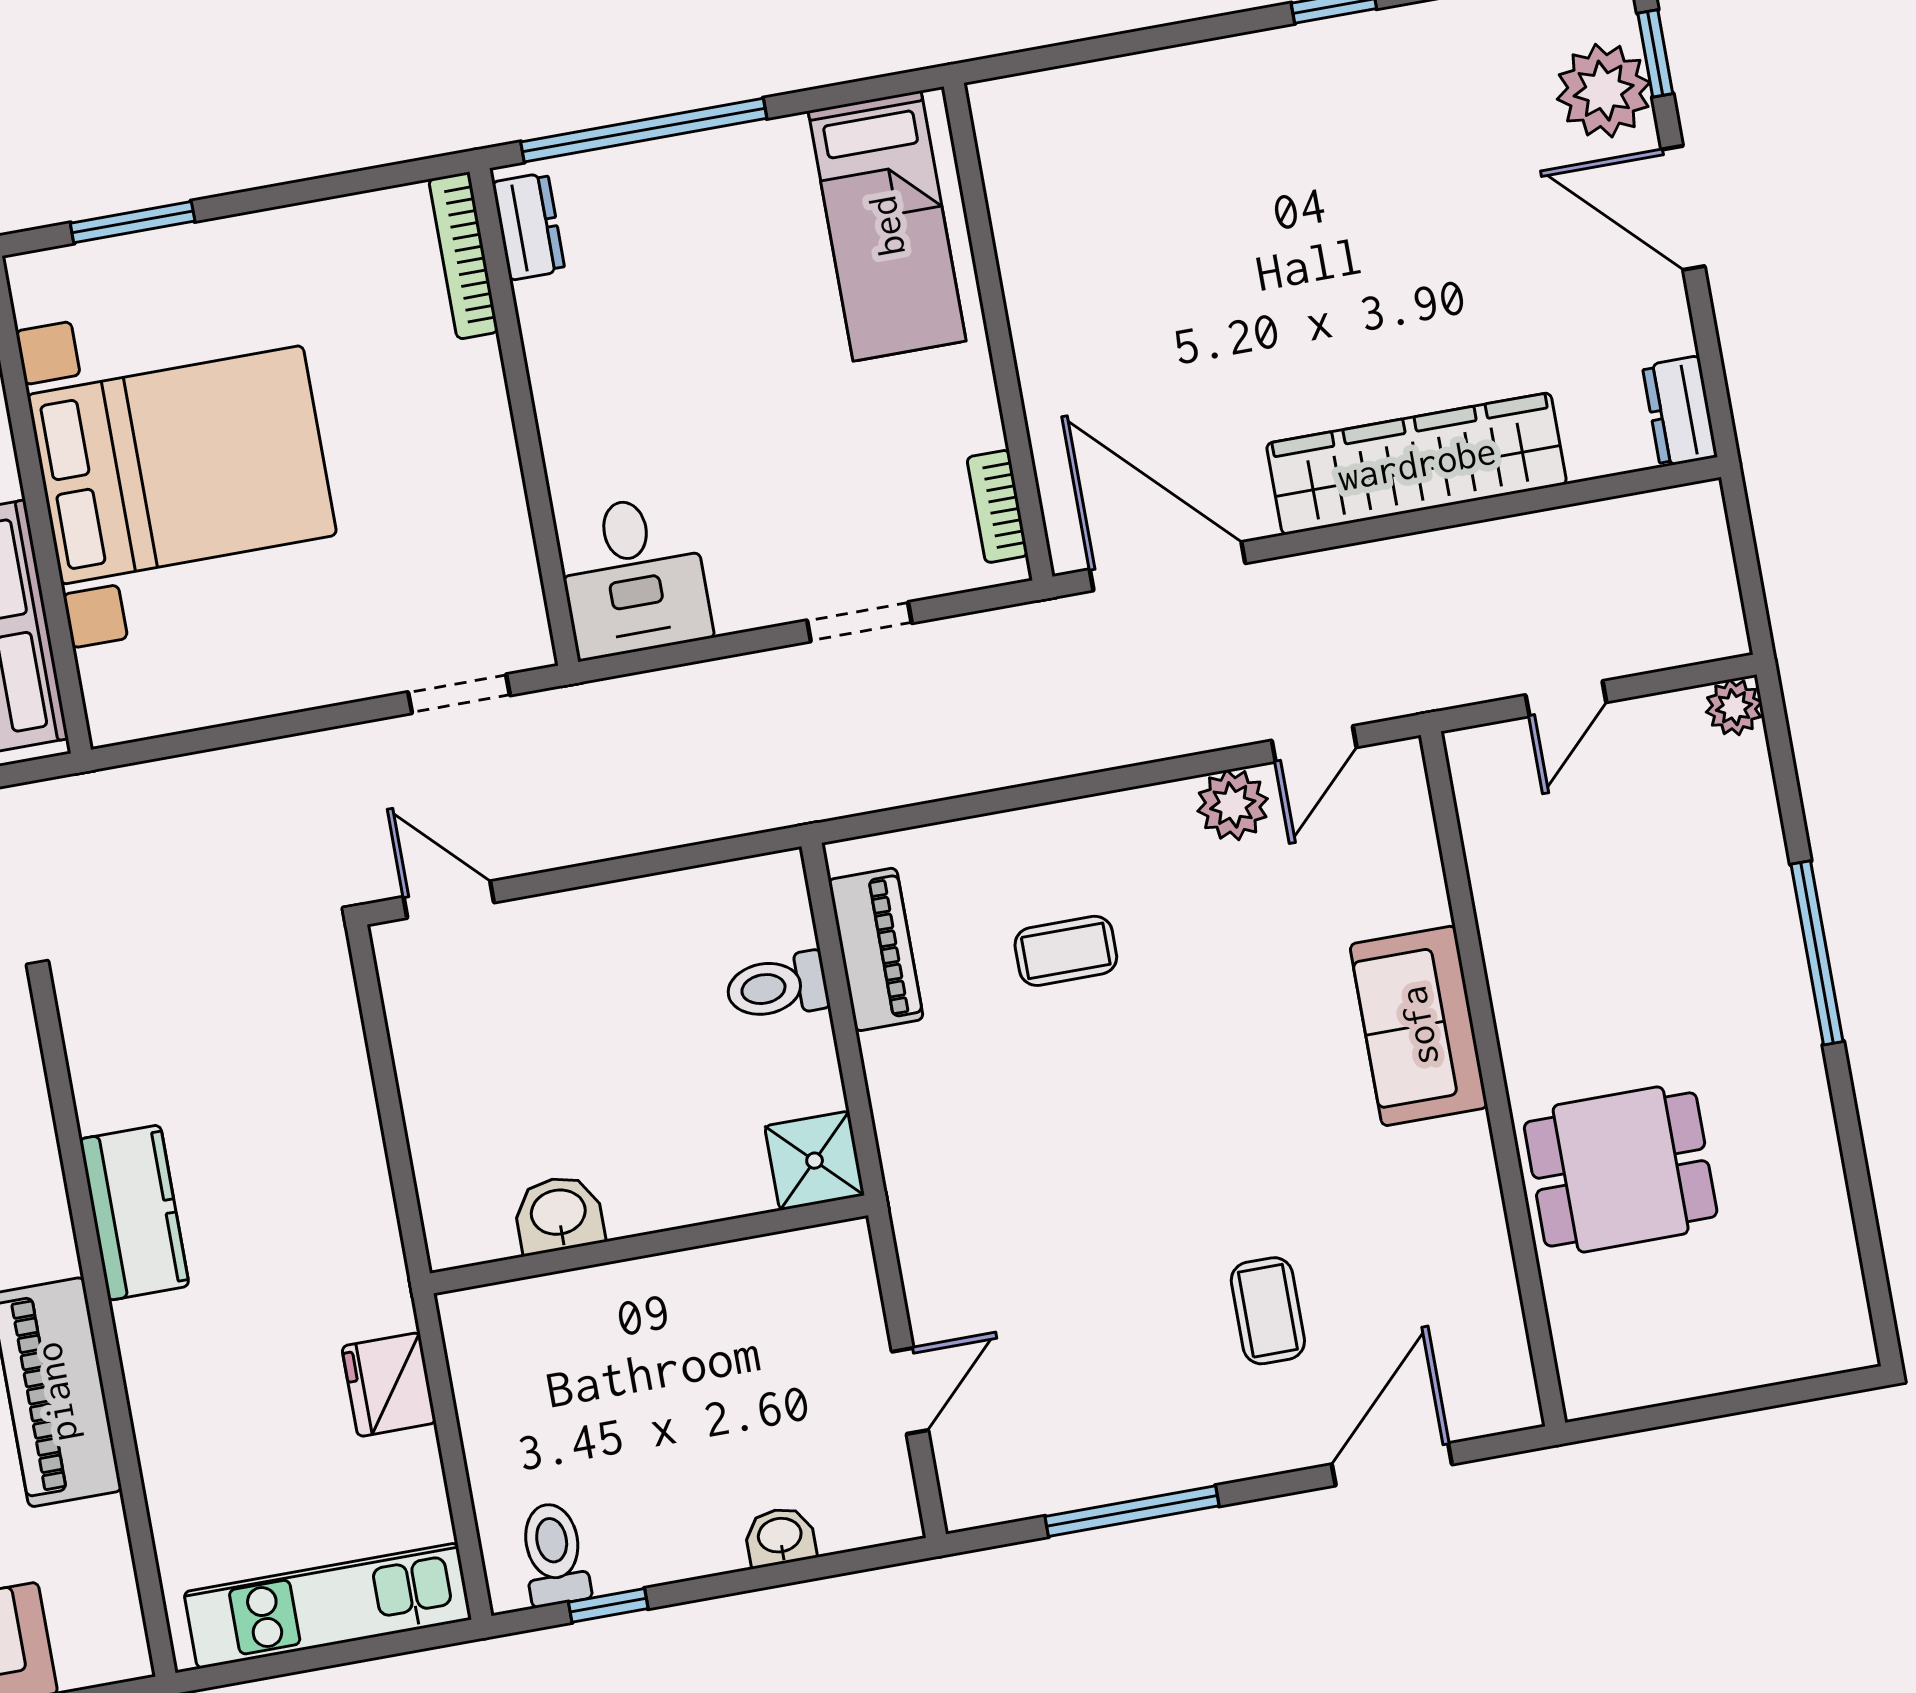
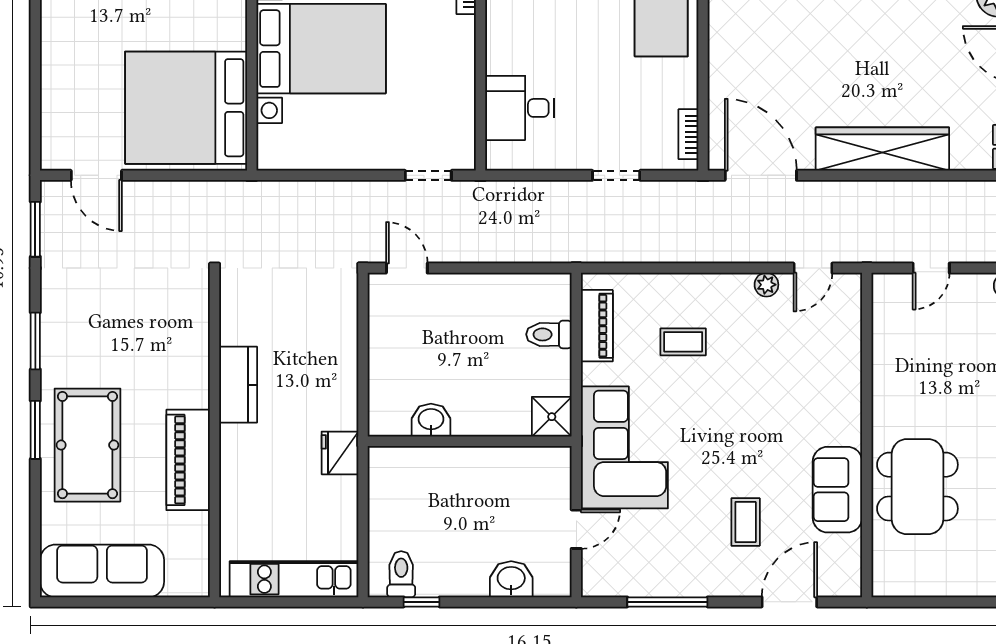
desk: (633, 576) -> (520, 108), moved, turned 90
plant: (1233, 805) -> (766, 285), width x0.73, depth x0.73
sofa: (1419, 1026) -> (837, 490), moved
dining table: (1621, 1169) -> (917, 487), width x1.38
corner sofa: (981, 1198) -> (624, 447), added
fridge: (389, 1385) -> (340, 453), moved
washbasin: (780, 1537) -> (511, 579), width x1.38, depth x1.45

